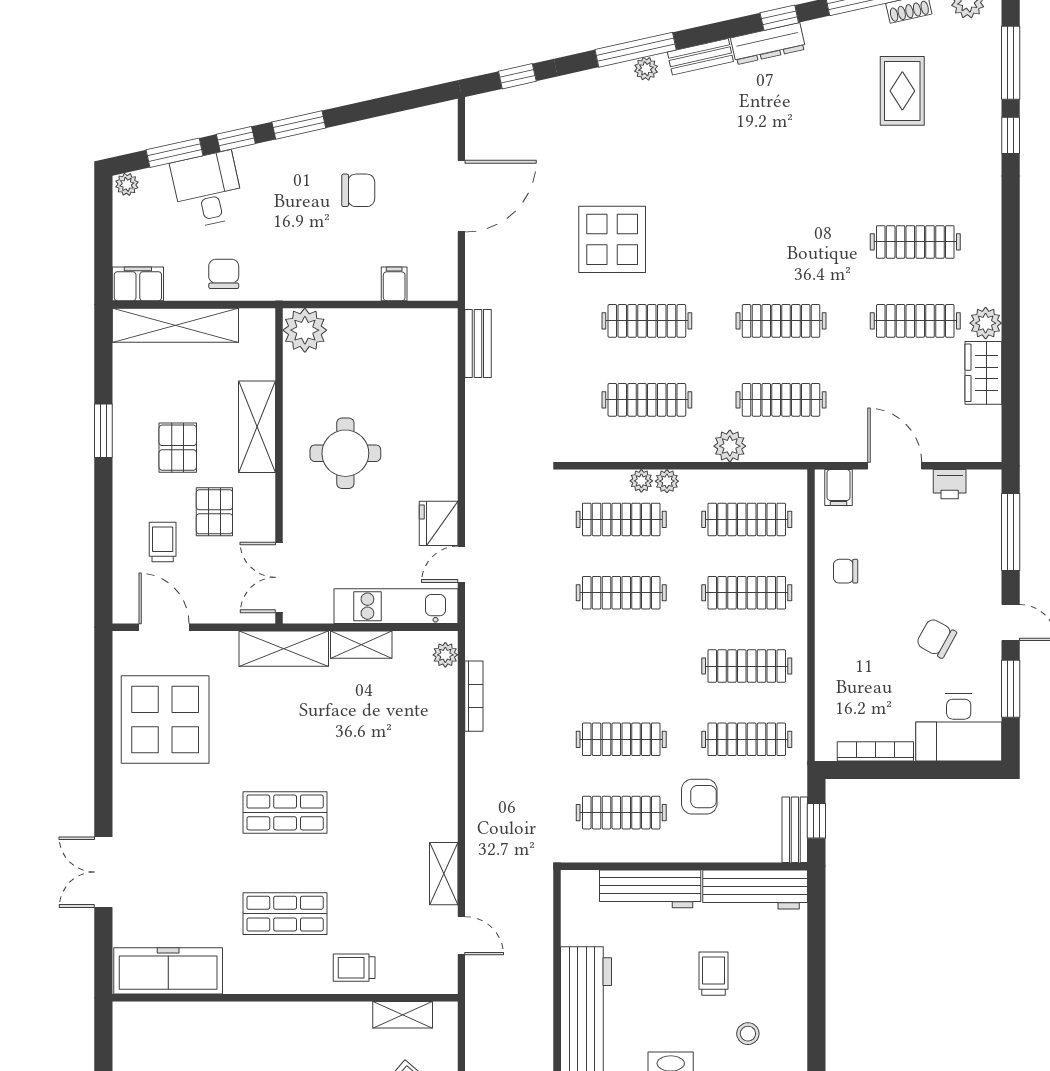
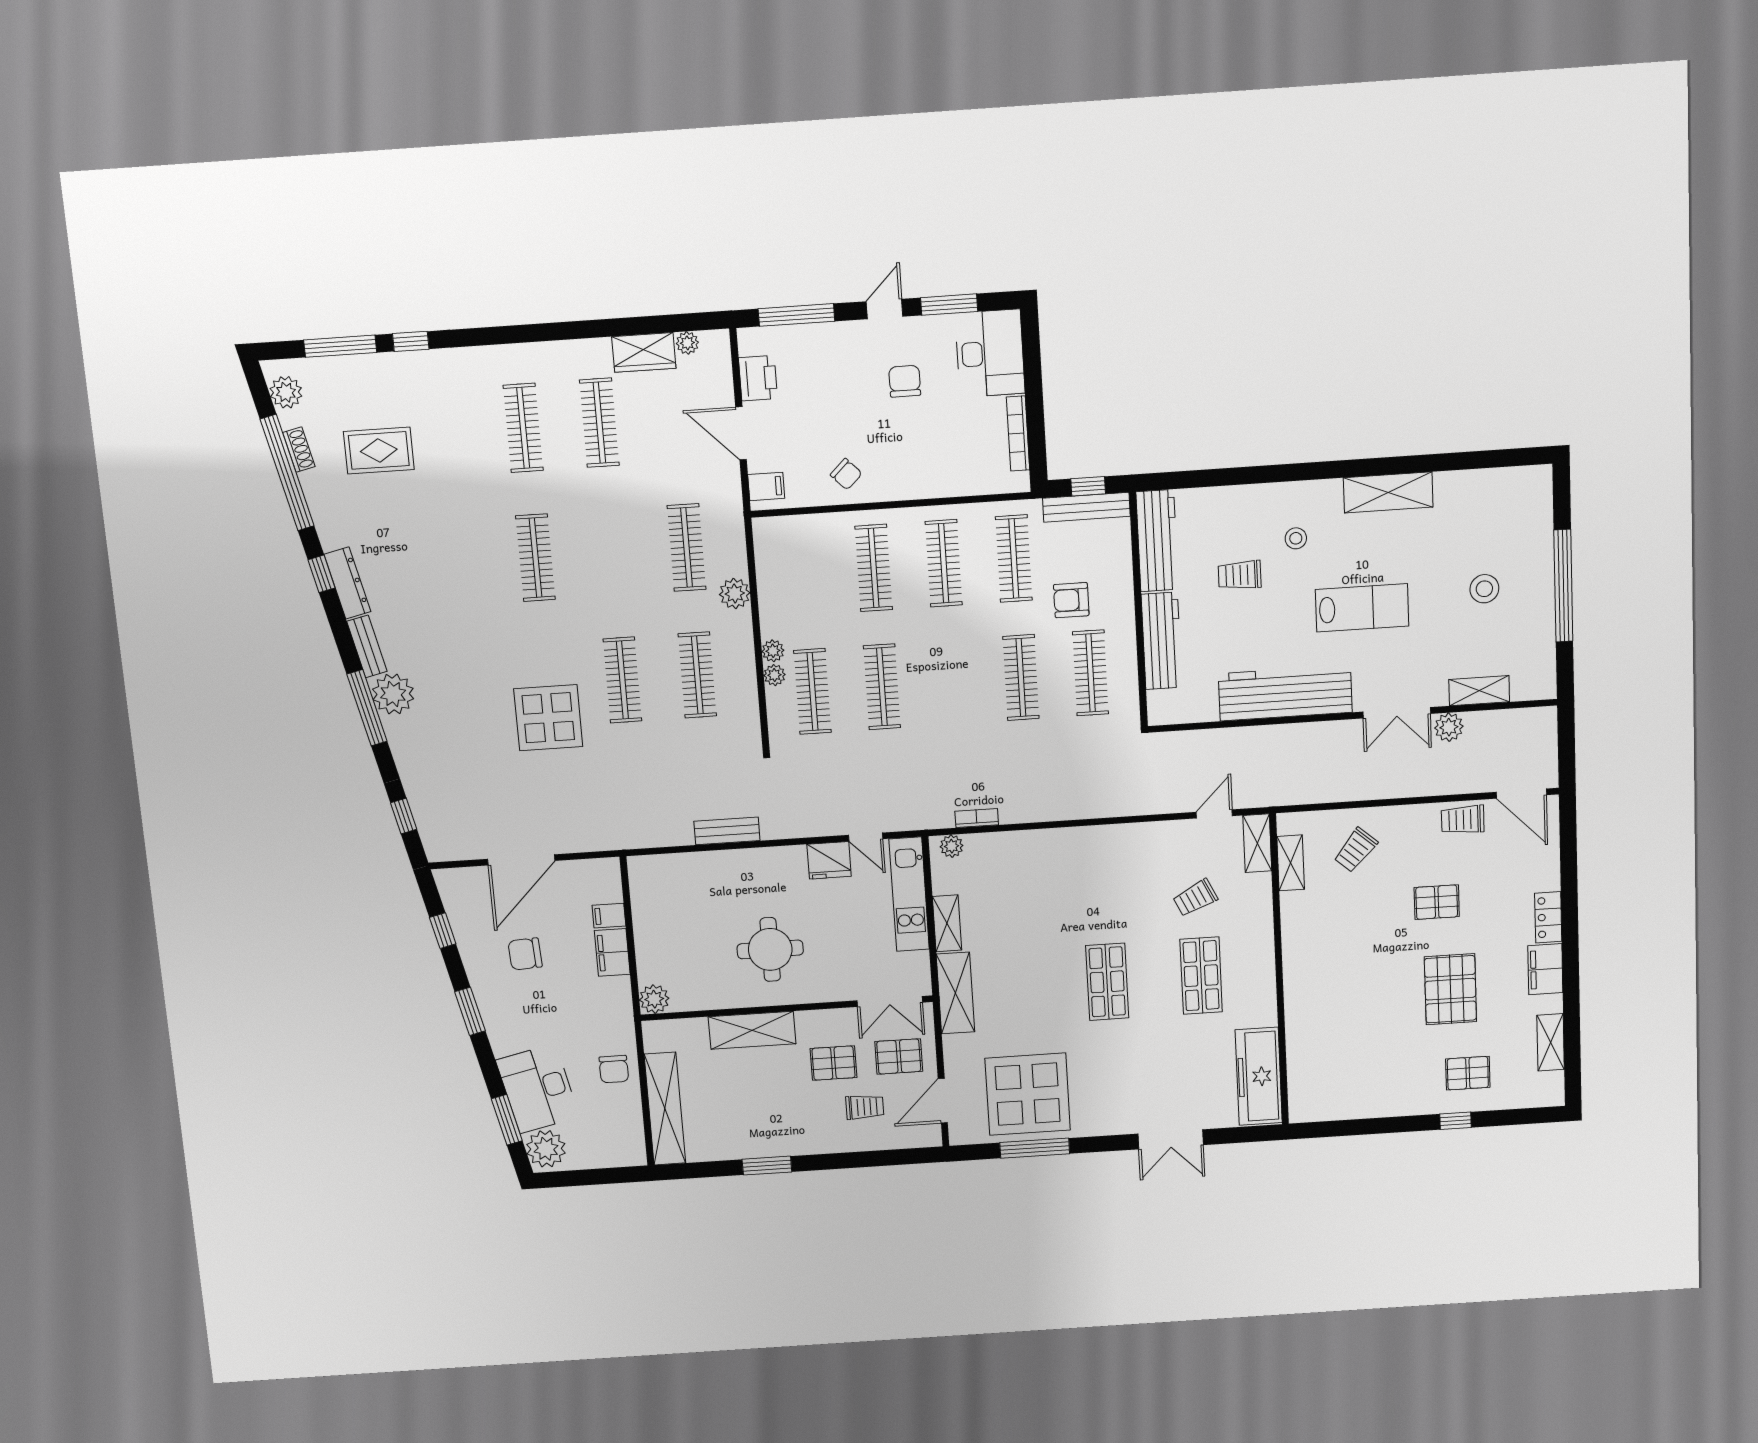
plant: (646, 69) -> (393, 694), width x1.88, depth x1.88
window: (236, 139) -> (443, 931), moved
plant: (127, 184) -> (546, 1149), width x1.88, depth x1.88
desk: (208, 190) -> (538, 1089), width x1.37
chair: (358, 190) -> (525, 954), turned -93
door: (461, 196) -> (521, 860), swing flipped
chair: (224, 274) -> (614, 1069), turned -90
filing cabinet: (138, 284) -> (612, 952), moved
clothes rail: (781, 321) -> (535, 558), moved
plant: (986, 323) -> (687, 343), moved, width x0.73, depth x0.73
plant: (305, 330) -> (654, 999), width x0.73, depth x0.73
bench: (478, 343) -> (727, 831), moved
pallet: (178, 448) -> (899, 1056), moved
door: (895, 466) -> (741, 433), hinge flipped
printer: (950, 484) -> (758, 378), width x1.36, depth x1.24
clothes rail: (747, 519) -> (804, 573), removed
trolley: (163, 542) -> (865, 1107), turned 180
chair: (846, 571) -> (846, 474), turned -44
chair: (936, 638) -> (905, 381), turned 151
bookcase: (474, 696) -> (977, 818), width x0.64
window: (103, 724) -> (1035, 1148), added
armchair: (699, 797) -> (1071, 600), turned -90
bench: (795, 830) -> (1086, 507), width x1.36
shelving: (444, 874) -> (1257, 843), moved, turned 90
trolley: (354, 968) -> (1195, 898), moved, turned 64

